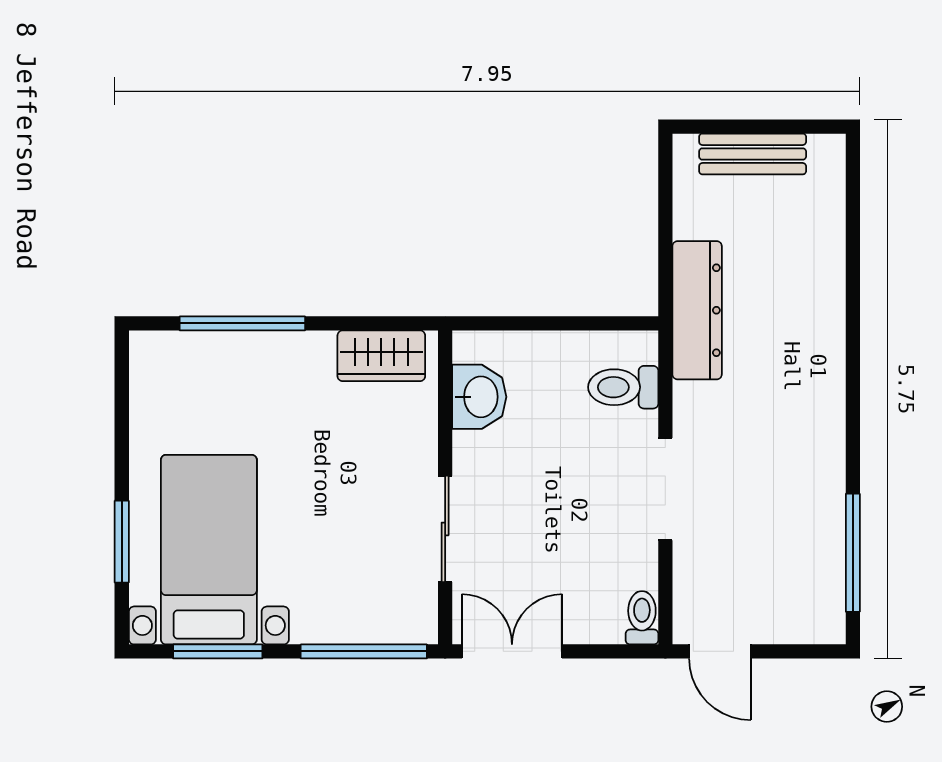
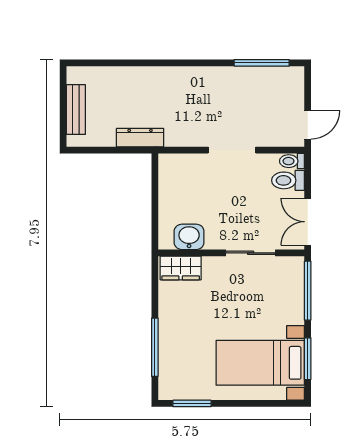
dresser: (697, 310) -> (140, 138), width x0.73, depth x0.80
wardrobe: (381, 356) -> (181, 268), moved, turned 90
toilet: (623, 387) -> (288, 180), moved, turned 90
window: (122, 542) -> (192, 403), moved

